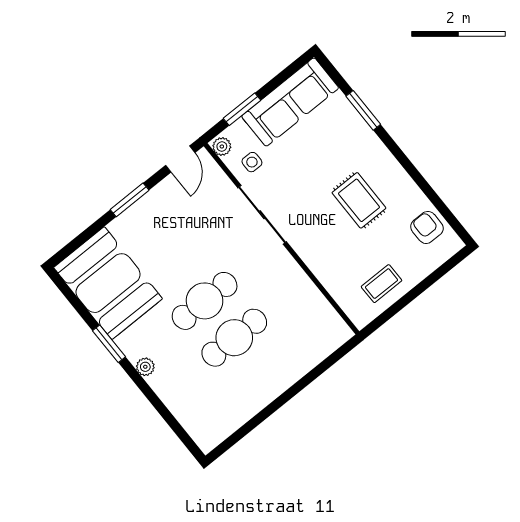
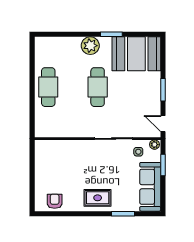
rug: (359, 200) -> (98, 198), moved
armchair: (427, 227) -> (55, 201), turned -90
coffee table: (382, 284) -> (47, 164), removed
cafe table: (234, 338) -> (48, 87), moved
plant: (145, 367) -> (90, 46), width x1.87, depth x1.87

